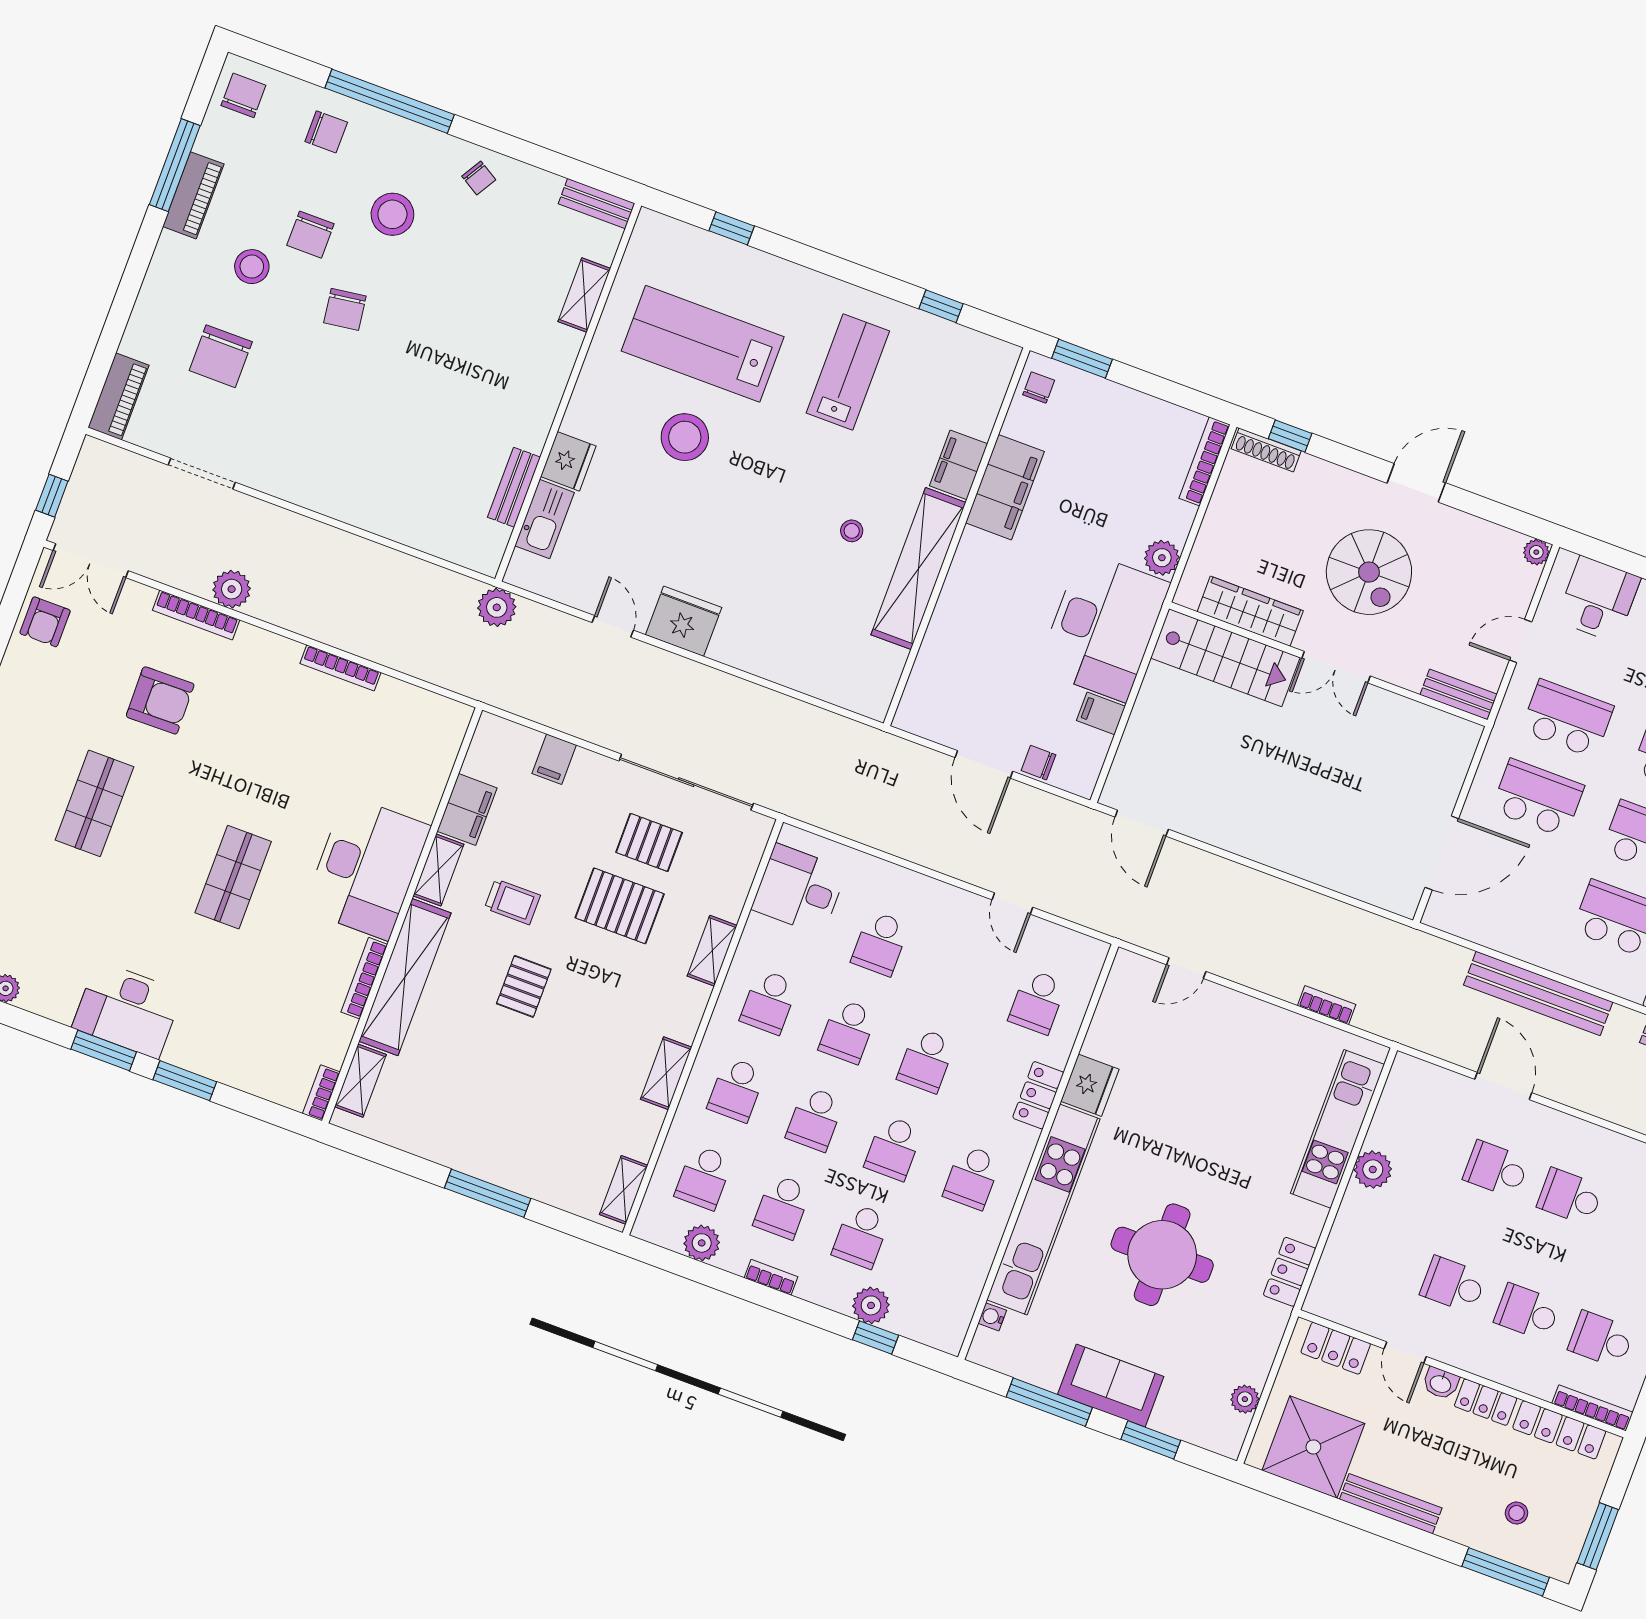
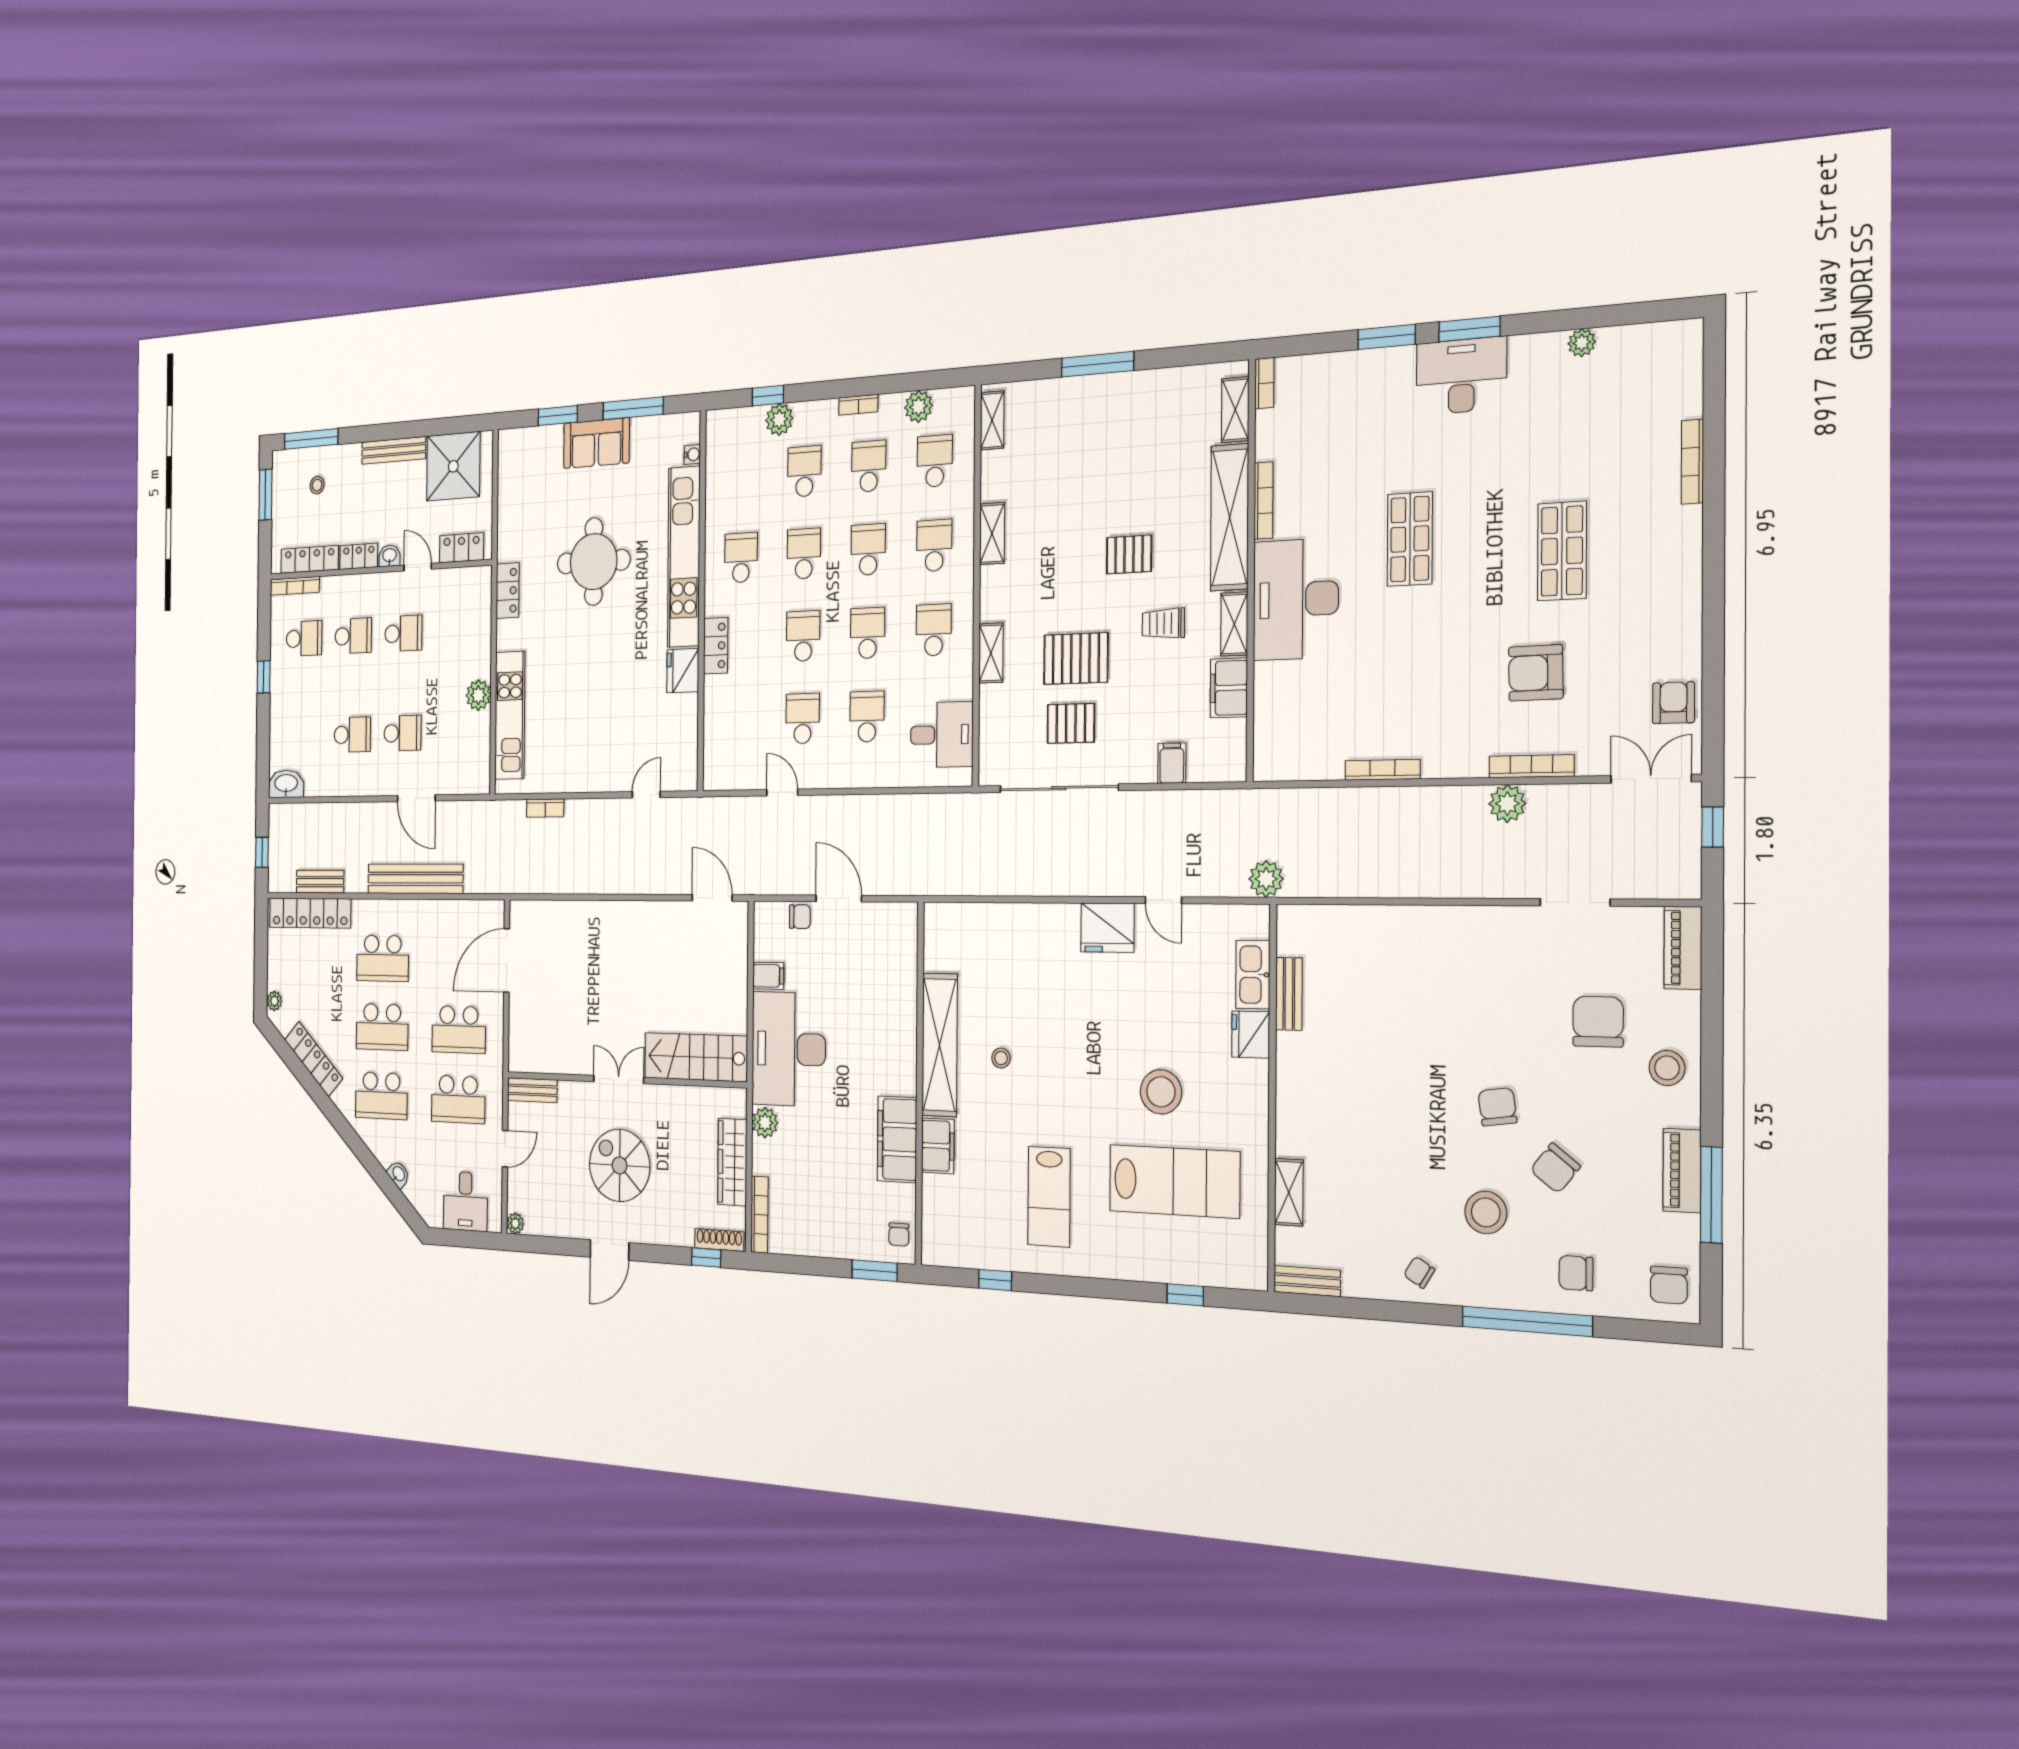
chair: (310, 235) -> (1555, 1168), turned -142
stool: (252, 267) -> (1667, 1068), moved
wardrobe: (1250, 611) -> (732, 1162), moved, turned 90
pallet: (524, 986) -> (1129, 554), turned 90
school desk: (1037, 1002) -> (803, 719), moved
plant: (1245, 1399) -> (507, 479), removed

